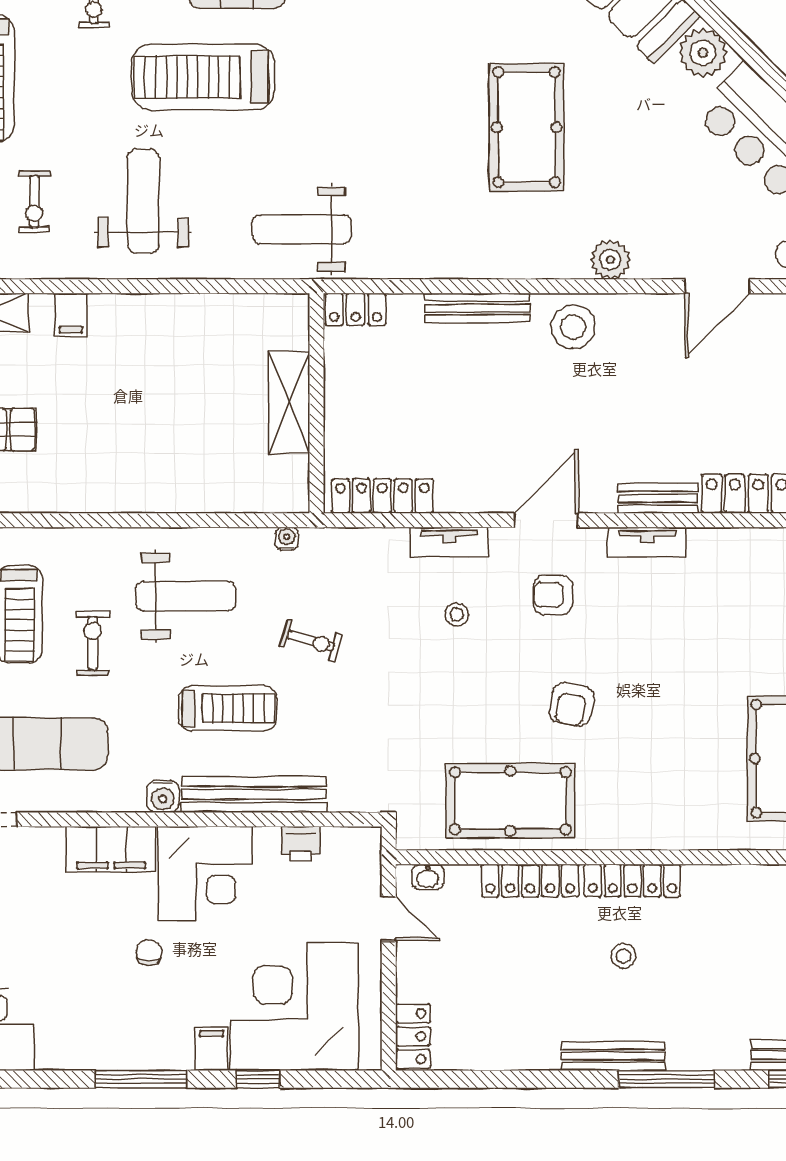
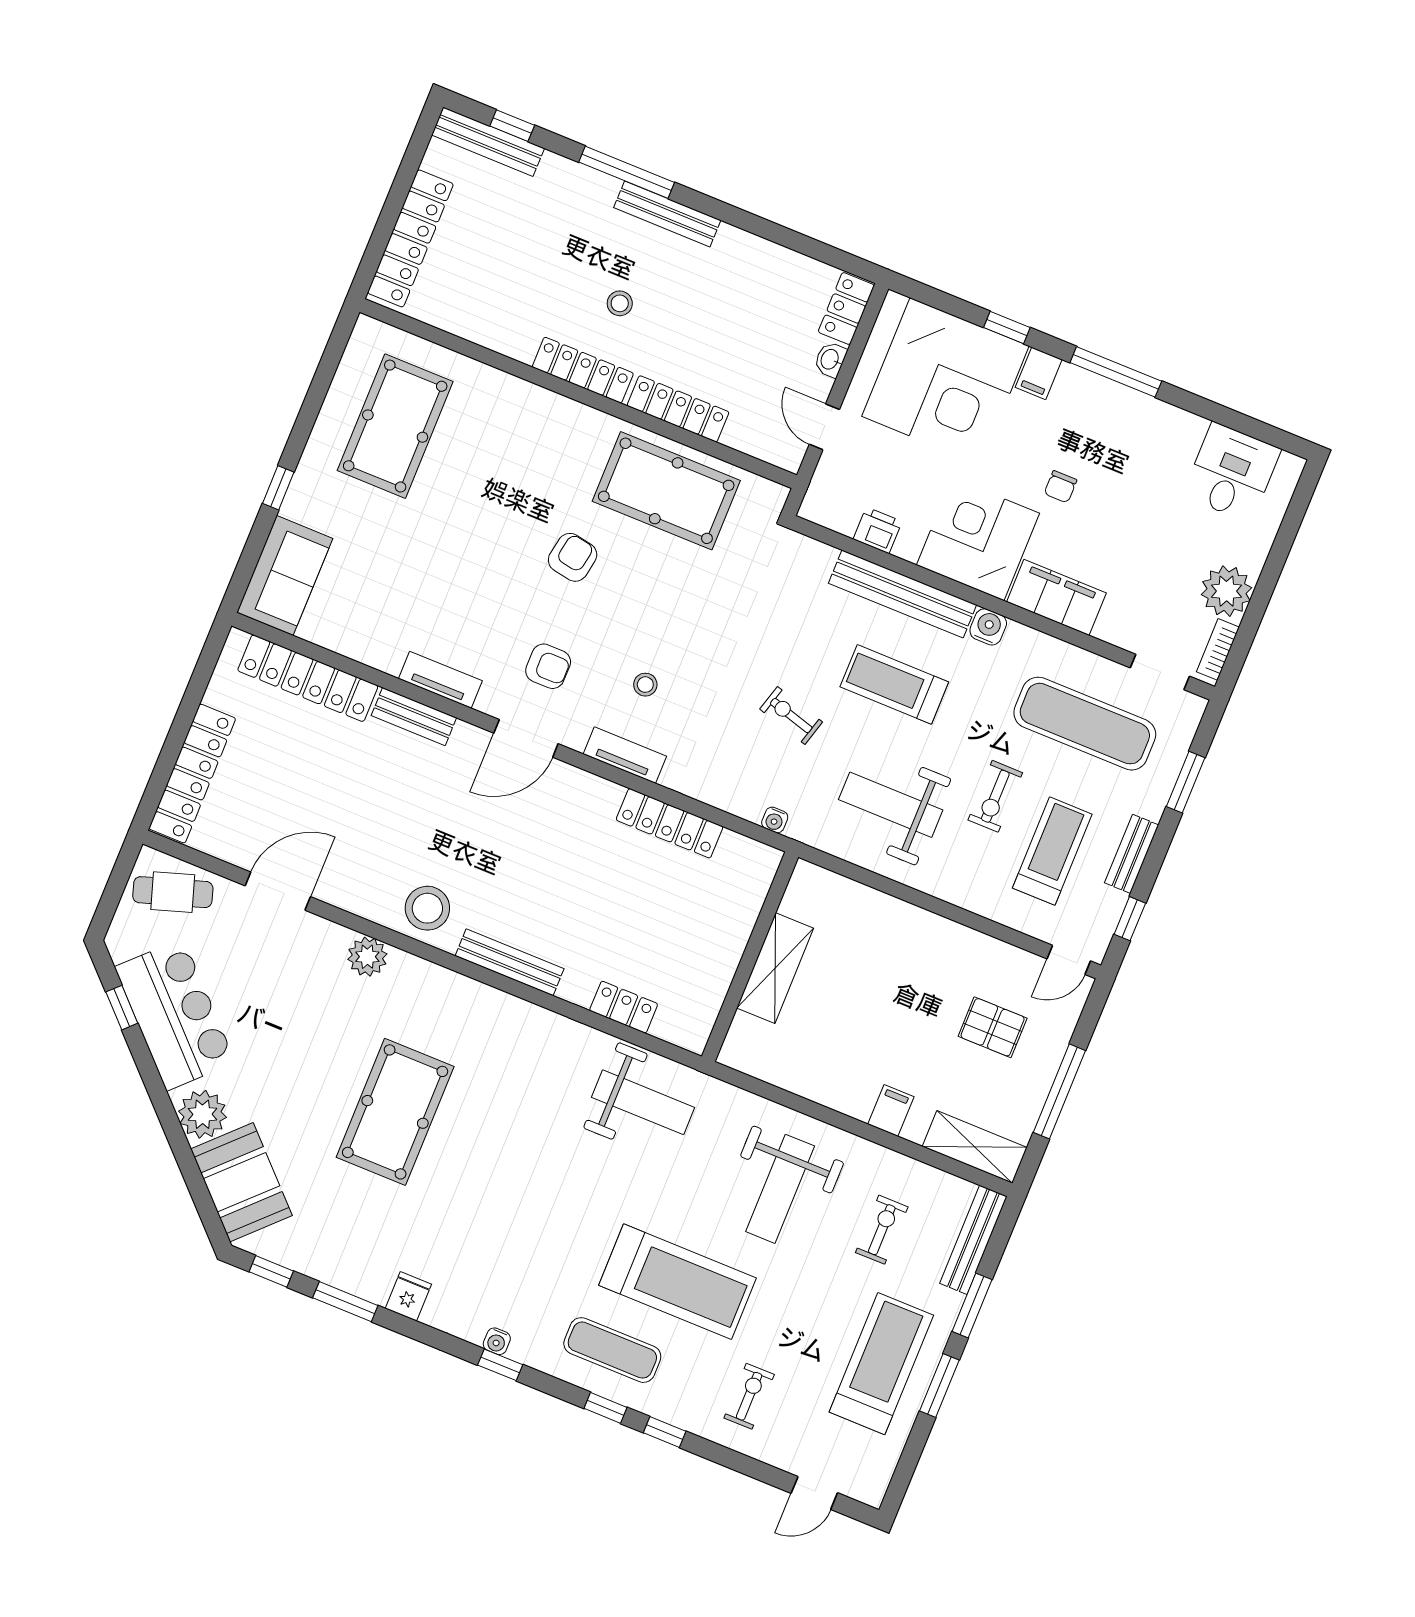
shelving: (289, 402) -> (775, 968), moved
wall: (317, 403) -> (750, 957), moved
washbasin: (428, 877) -> (830, 360), moved, turned -90

